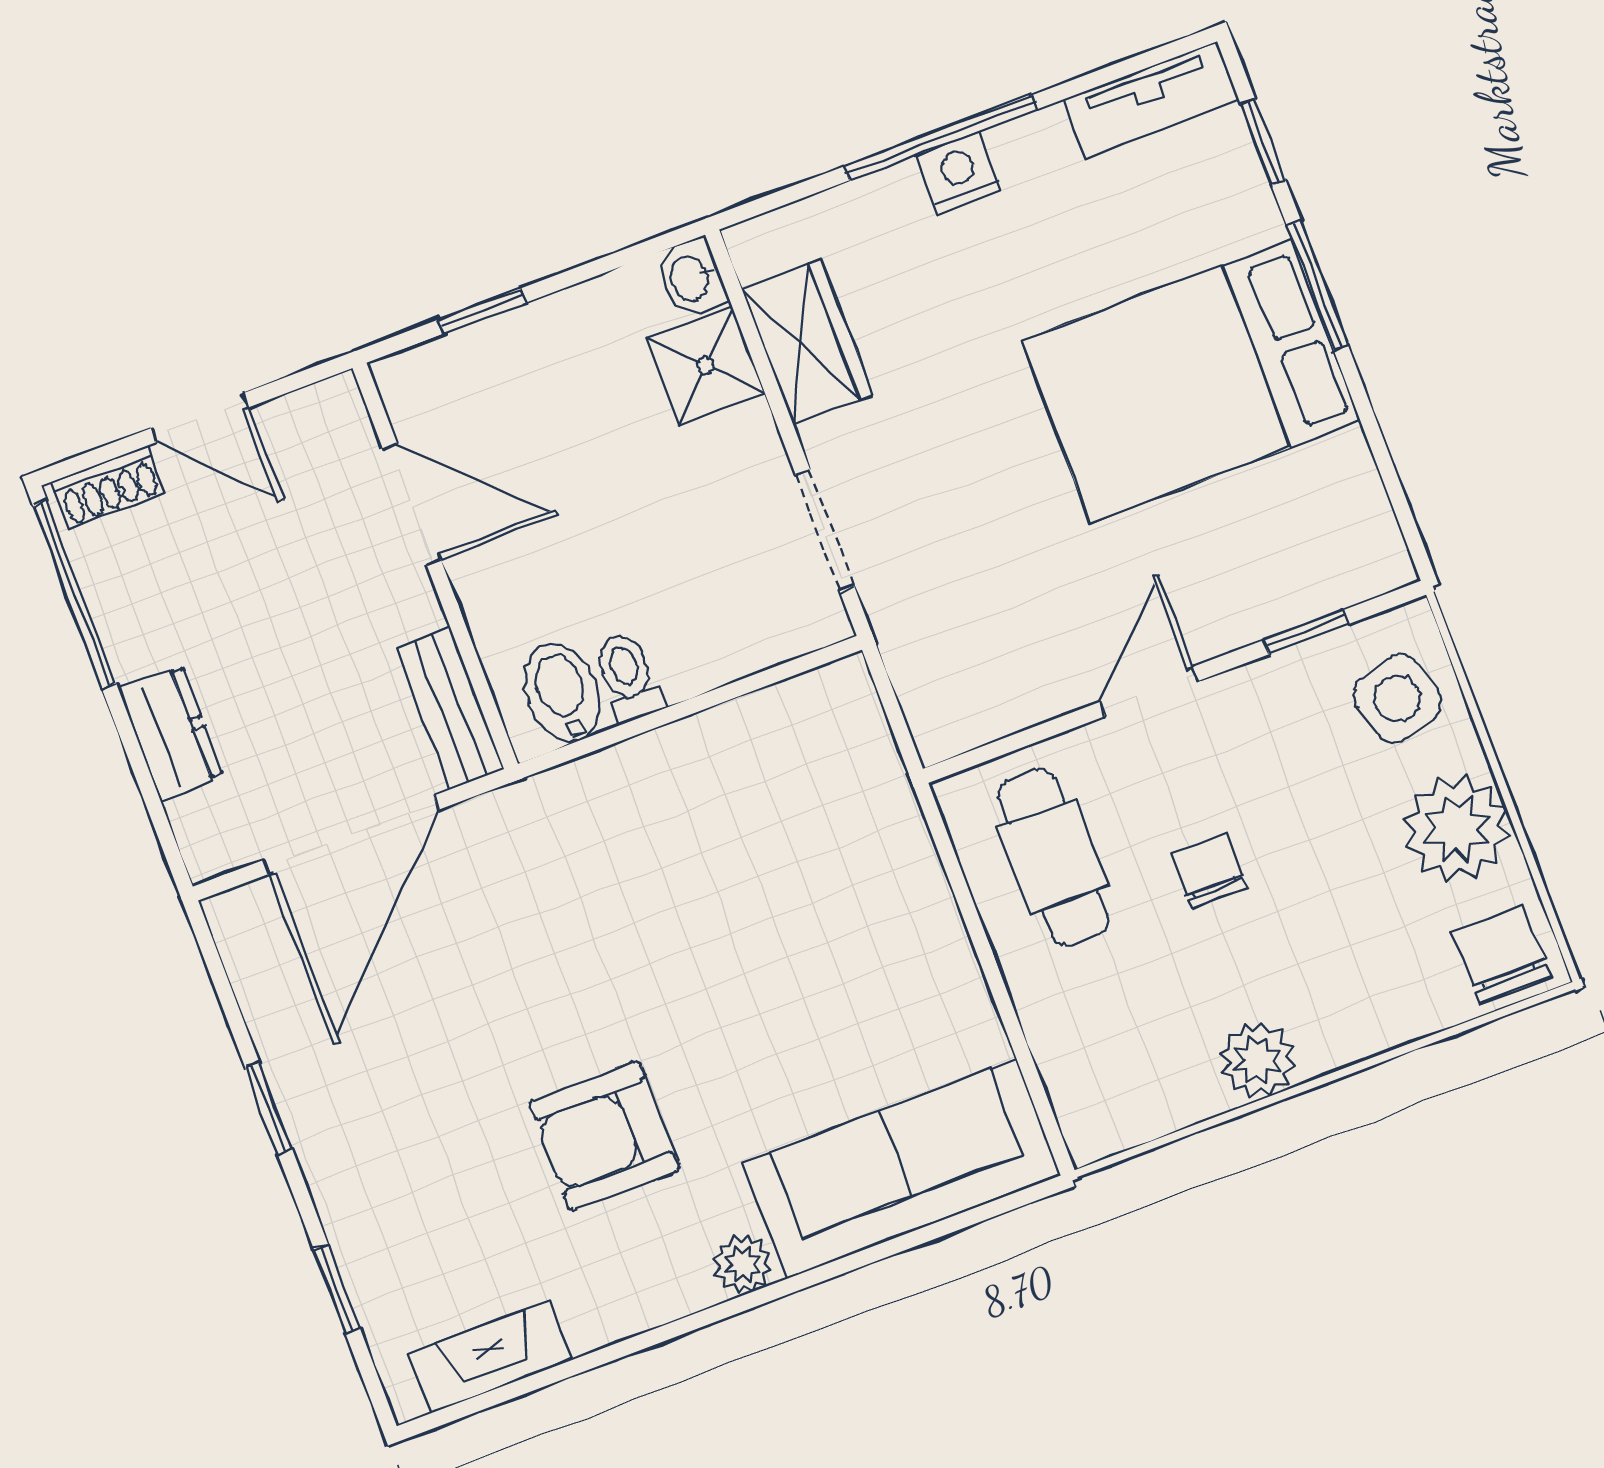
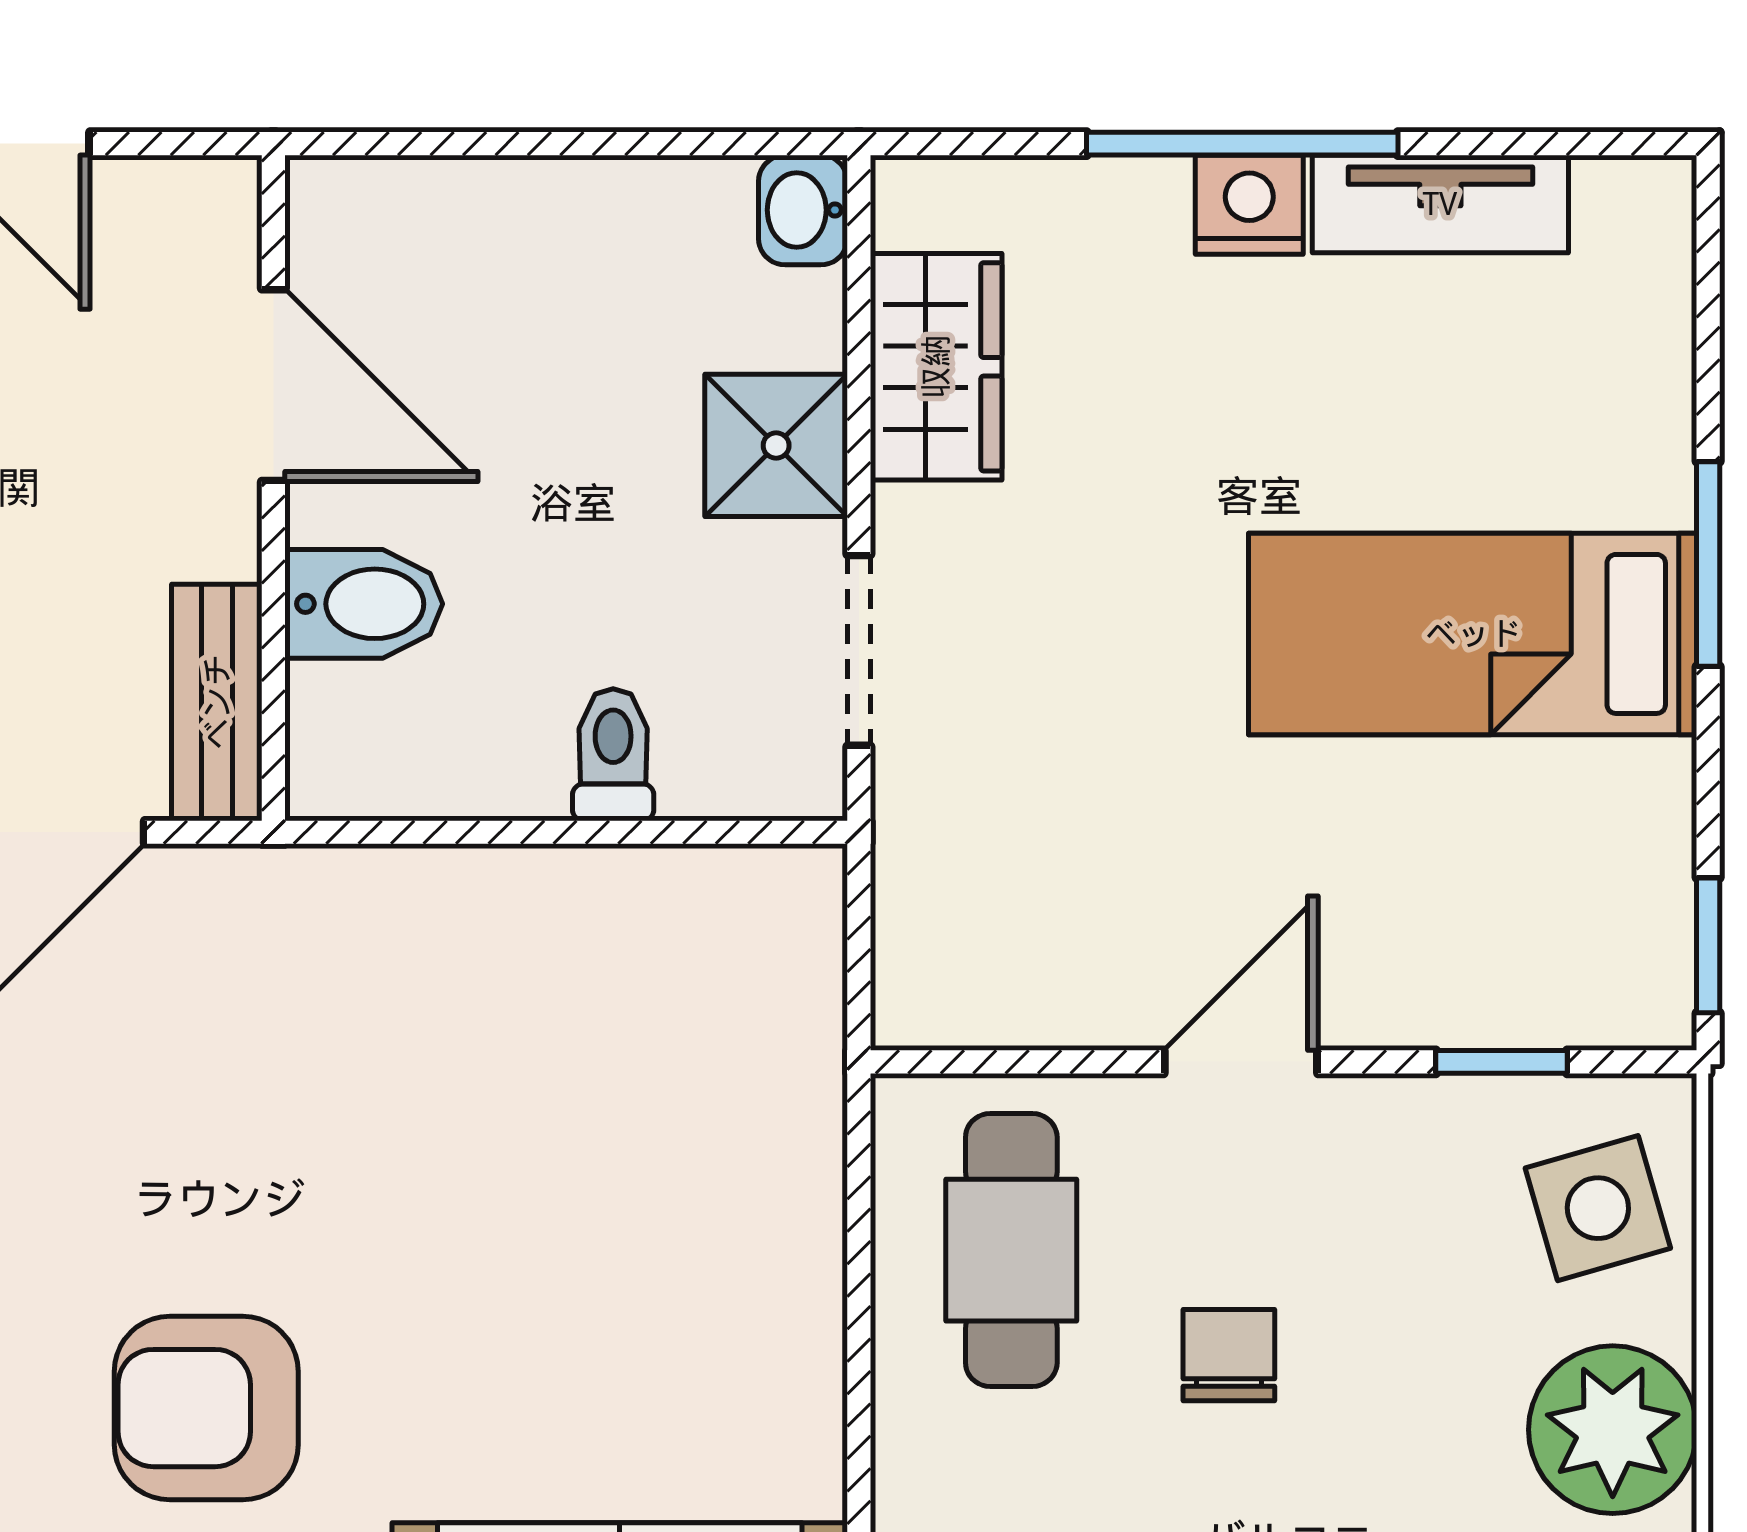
tv unit: (1151, 100) -> (1440, 204), moved
window: (1263, 142) -> (1708, 945), moved
window: (482, 311) -> (481, 144), removed
shower: (706, 366) -> (776, 445), moved
bed: (1191, 381) -> (1473, 634), width x0.67
toilet: (628, 677) -> (613, 755), moved
bidet: (562, 693) -> (364, 604), moved, turned 90

